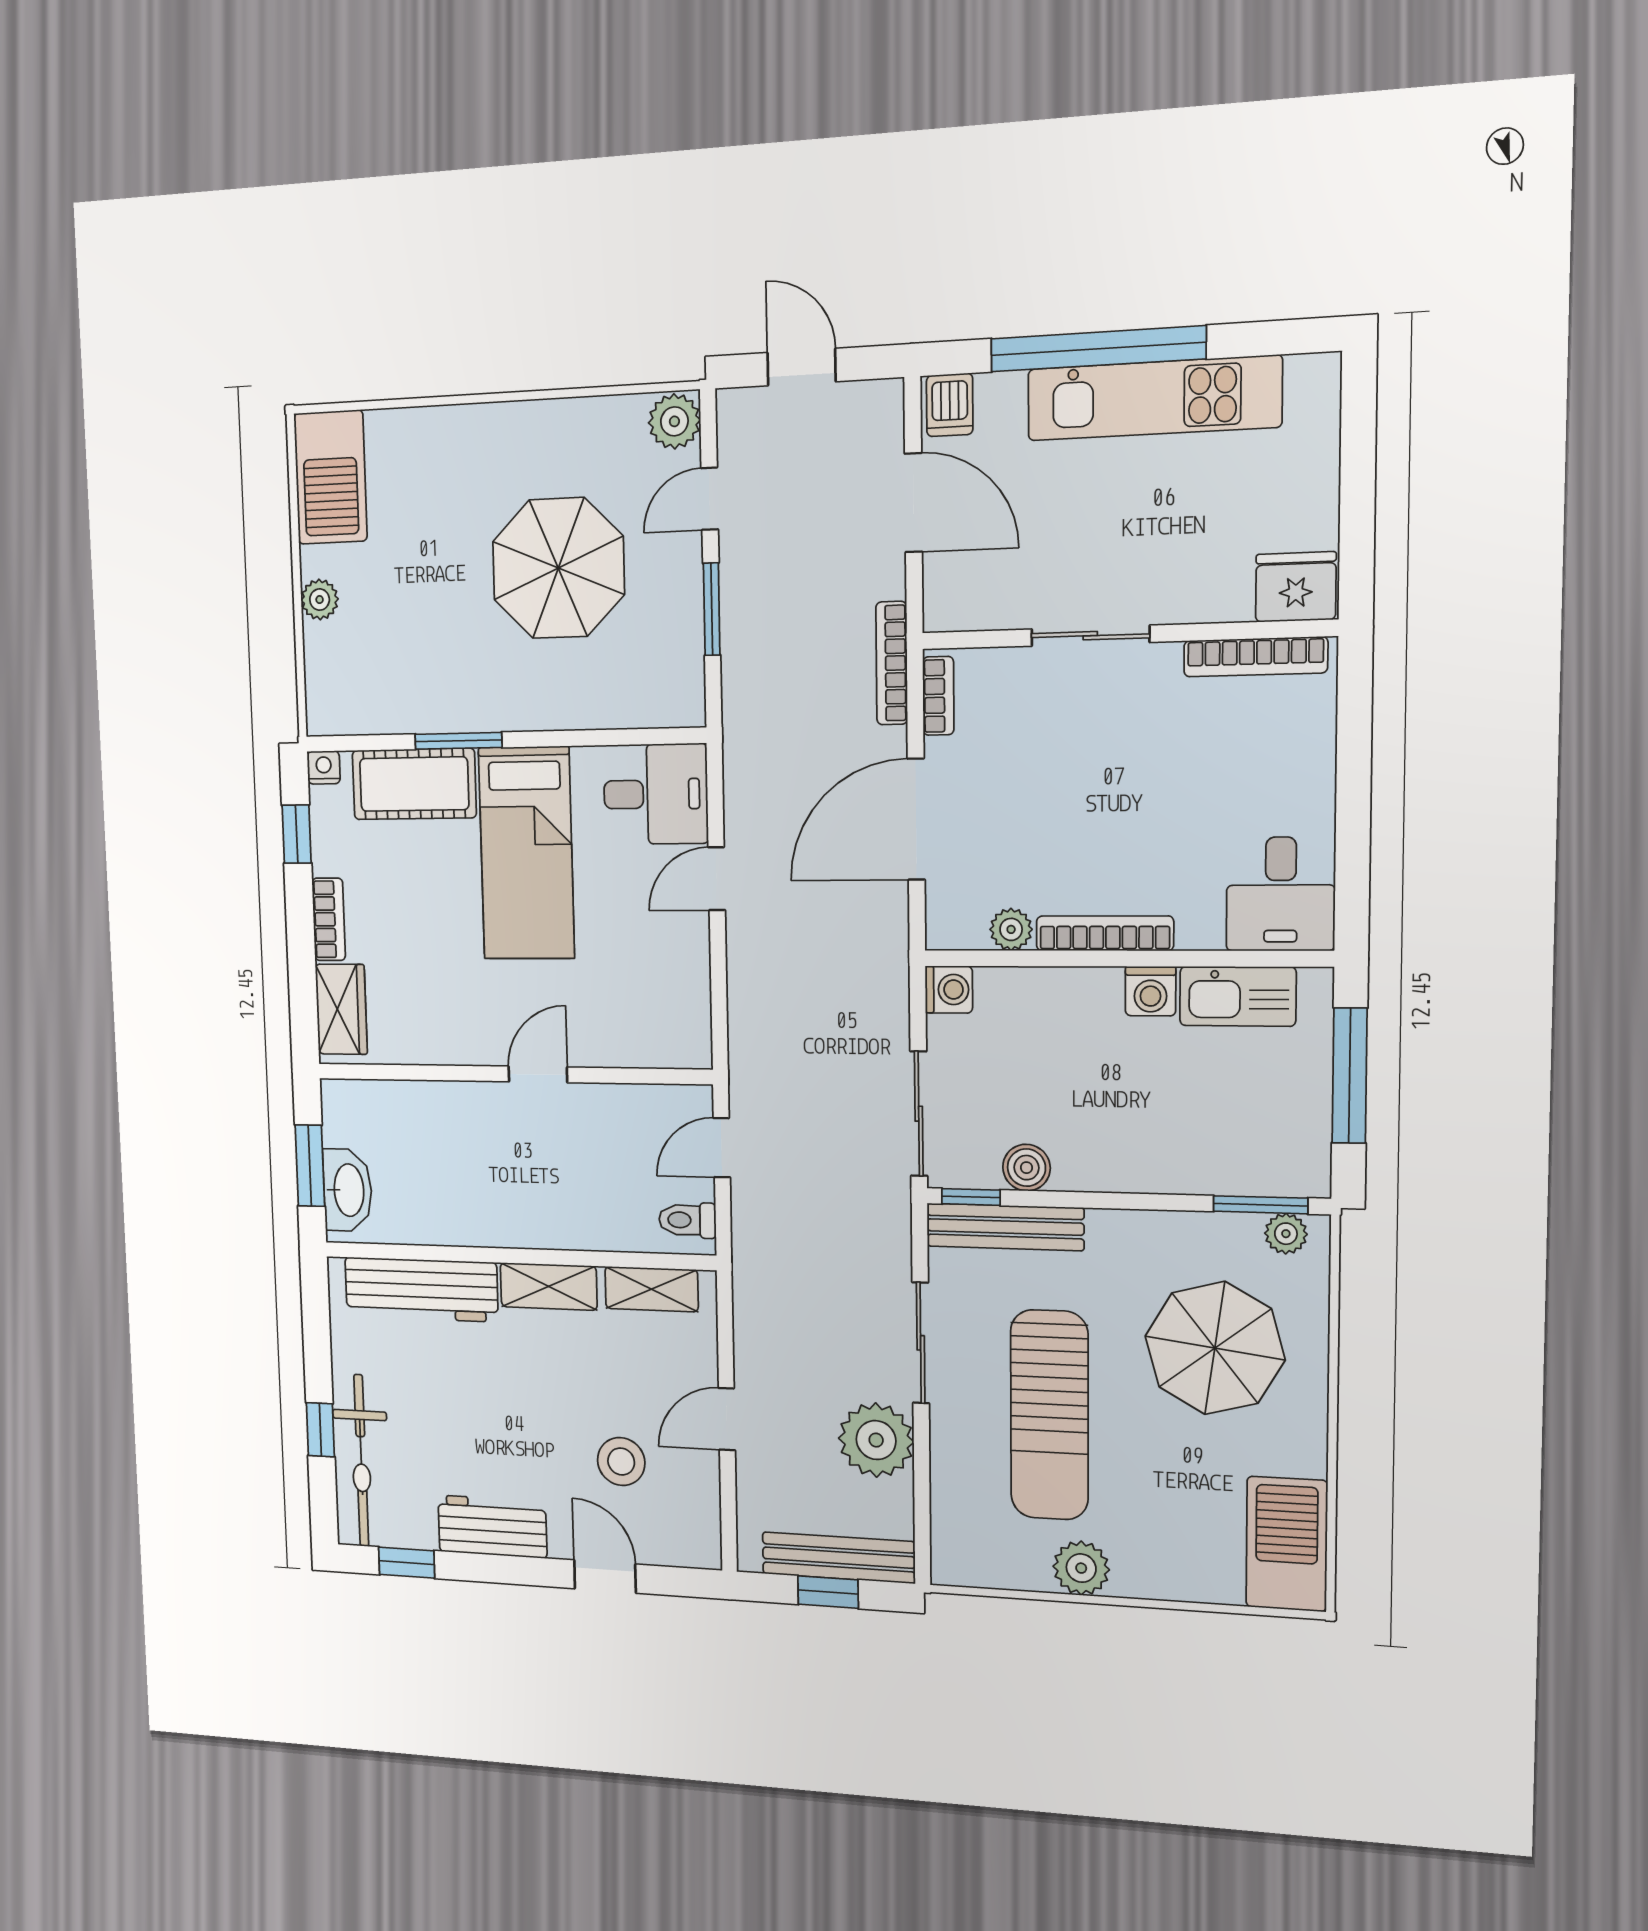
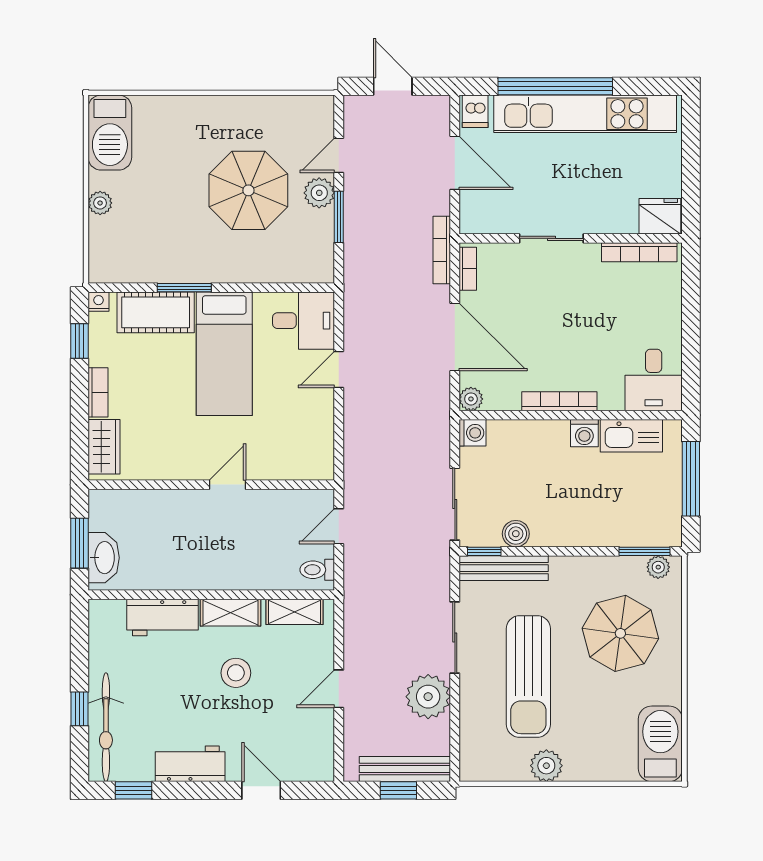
kitchen unit: (1154, 398) -> (585, 114), width x1.36
plant: (674, 421) -> (319, 193), moved
door: (916, 819) -> (455, 337), swing flipped
plant: (1011, 929) -> (471, 399), moved
workbench: (421, 1289) -> (163, 618), width x0.73
stool: (621, 1462) -> (236, 673), moved

